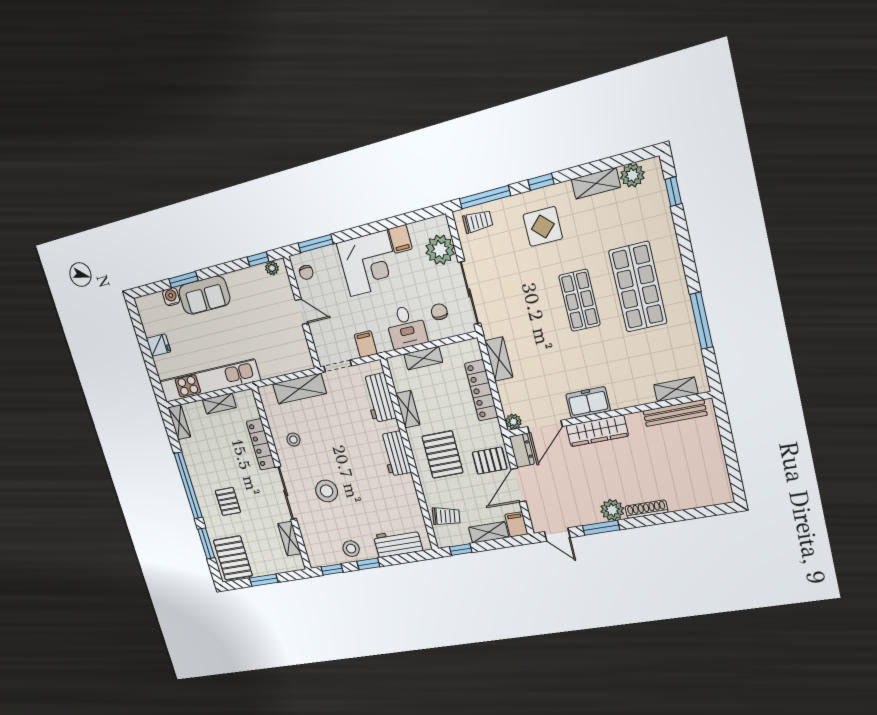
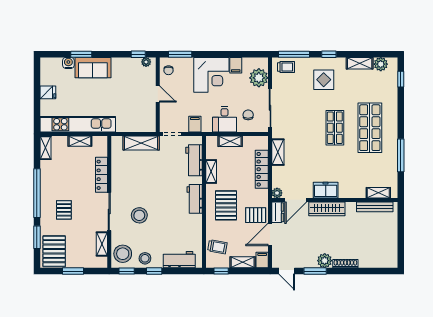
stool: (293, 440) -> (123, 254), moved, width x1.89, depth x1.89

